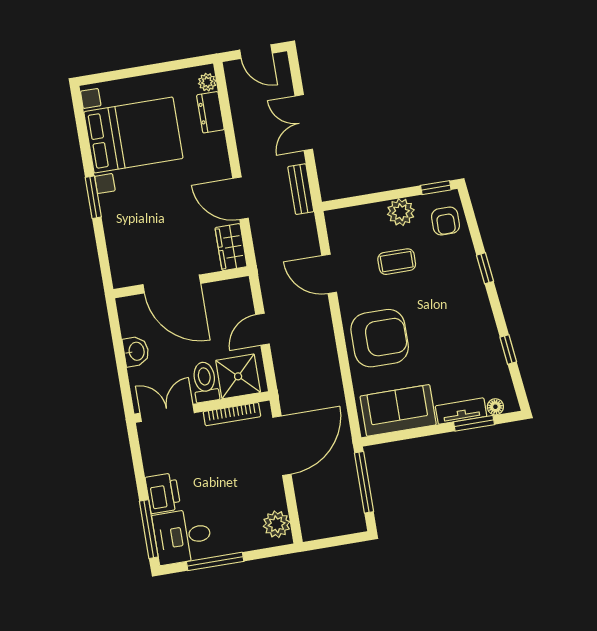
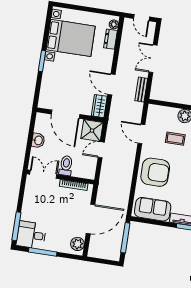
shower: (238, 376) -> (92, 131), moved
door: (282, 446) -> (91, 219), moved
printer: (163, 493) -> (29, 212), removed

